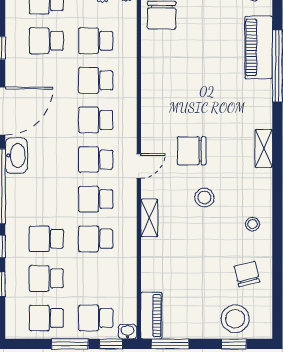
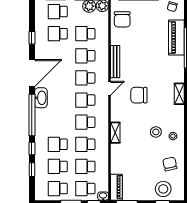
bench: (149, 91) -> (115, 62), added
door: (139, 166) -> (109, 88), moved
stool: (204, 198) -> (156, 132), moved
school desk: (96, 278) -> (85, 166), added

